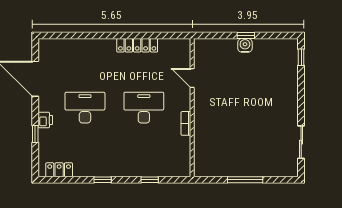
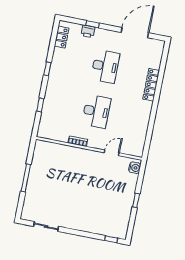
locker: (137, 45) -> (151, 85), moved
water cooler: (245, 45) -> (135, 168), moved
printer: (45, 120) -> (88, 31), moved

